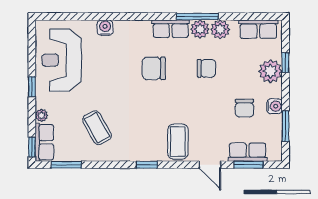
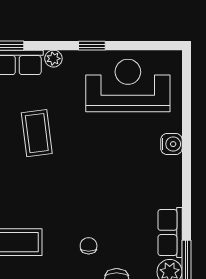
chair: (154, 68) -> (89, 246), moved, width x0.54, depth x0.54
coffee table: (97, 128) -> (37, 133), turned -68

